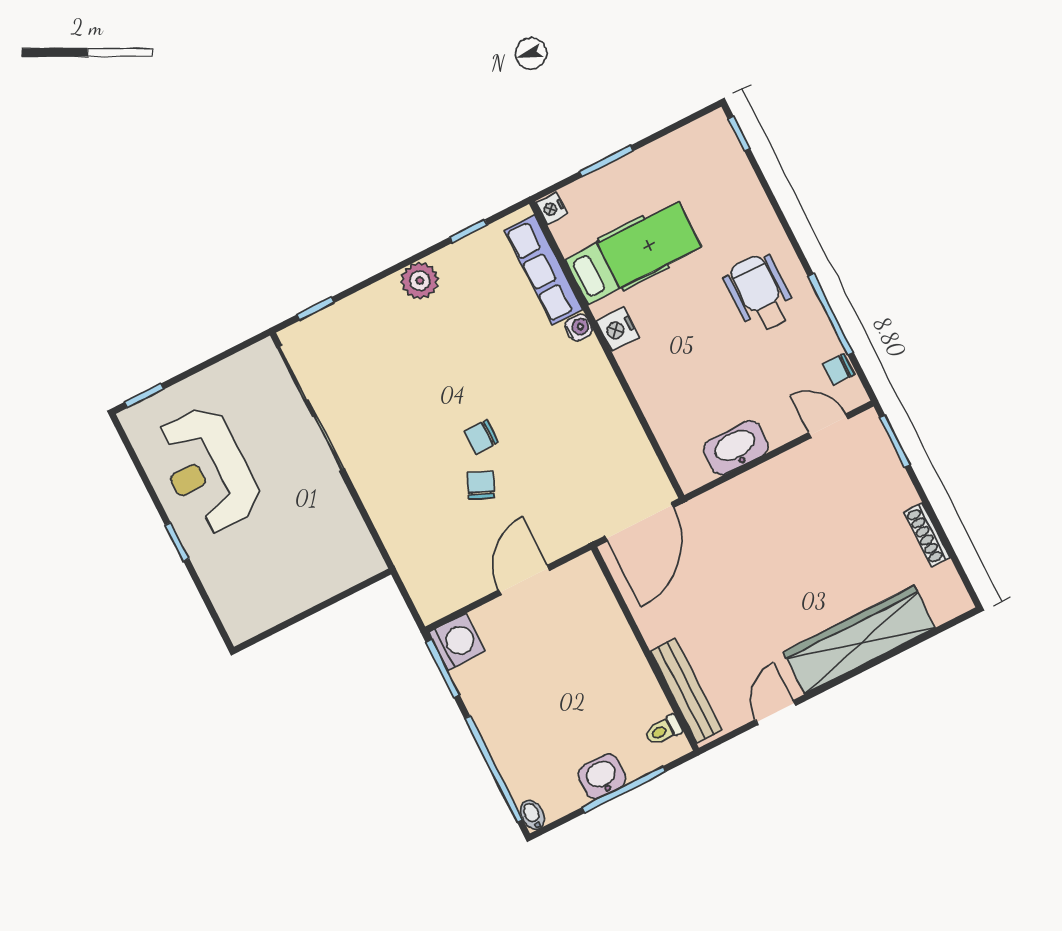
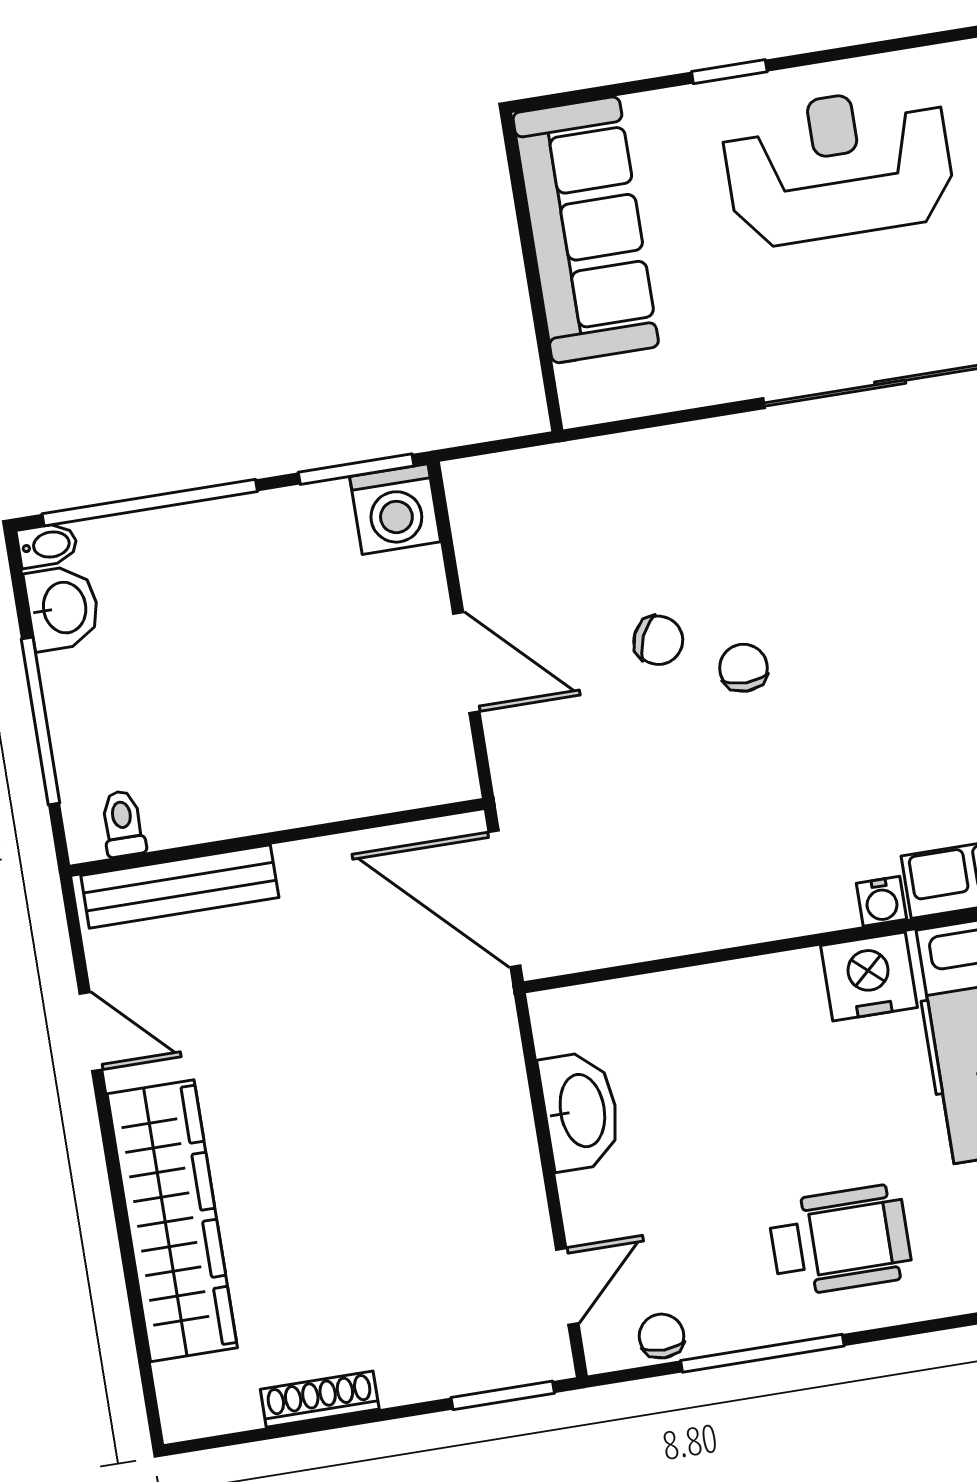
nightstand: (618, 329) -> (869, 976), width x1.36, depth x1.33
sofa: (282, 590) -> (586, 230), added
washbasin: (602, 777) -> (63, 608), moved

